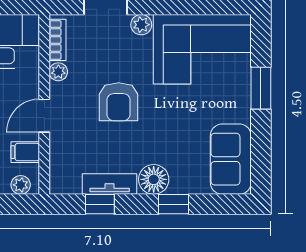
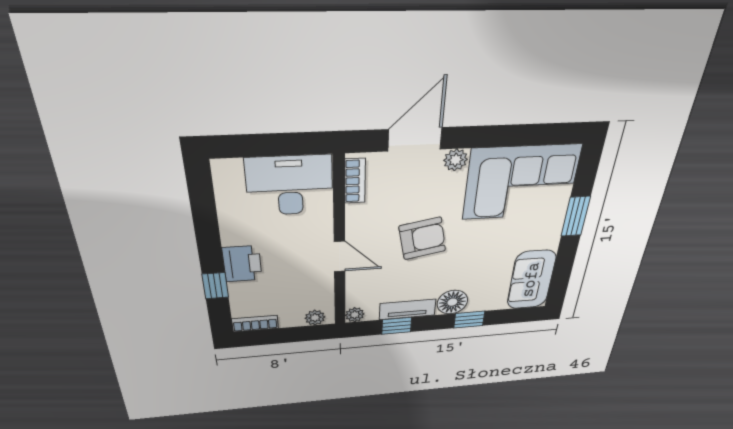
plant: (58, 72) -> (355, 315), moved
armchair: (119, 102) -> (422, 238), turned -101
door: (44, 116) -> (340, 256), swing flipped
filing cabinet: (25, 152) -> (319, 290), removed

